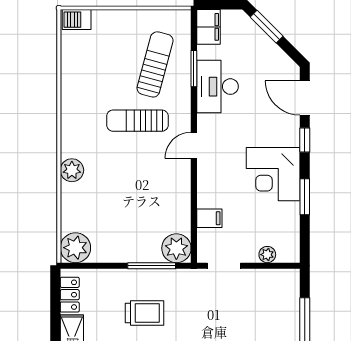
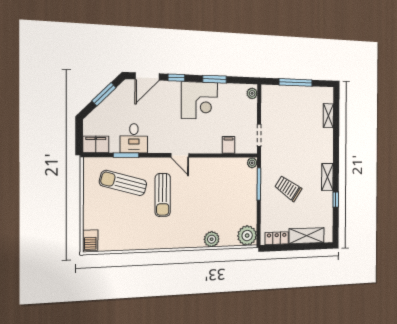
window: (267, 27) -> (104, 94), moved
desk: (218, 87) -> (134, 138), width x0.73
plant: (72, 170) -> (212, 239), moved
plant: (176, 248) -> (252, 163), width x0.53, depth x0.53
plant: (267, 255) -> (252, 93), moved
trolley: (145, 313) -> (288, 188), turned -56

